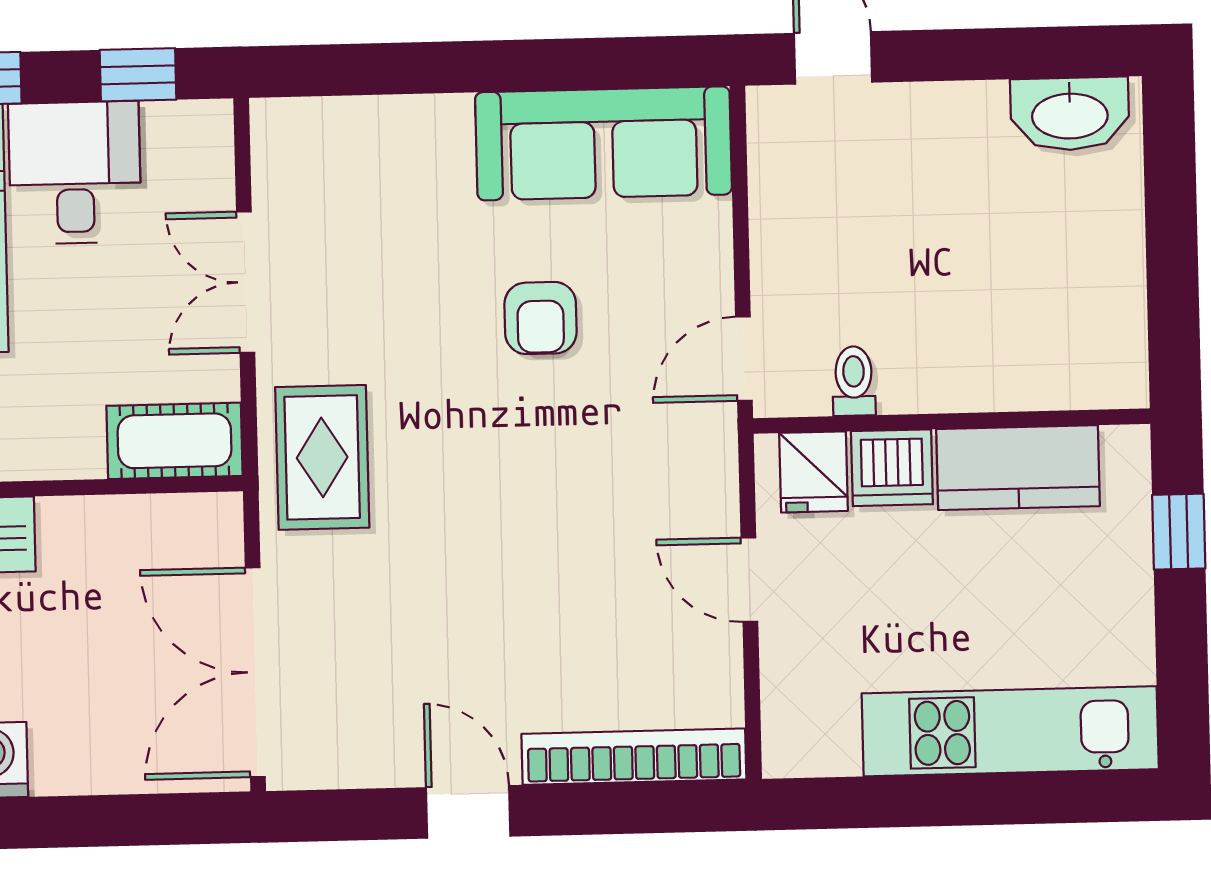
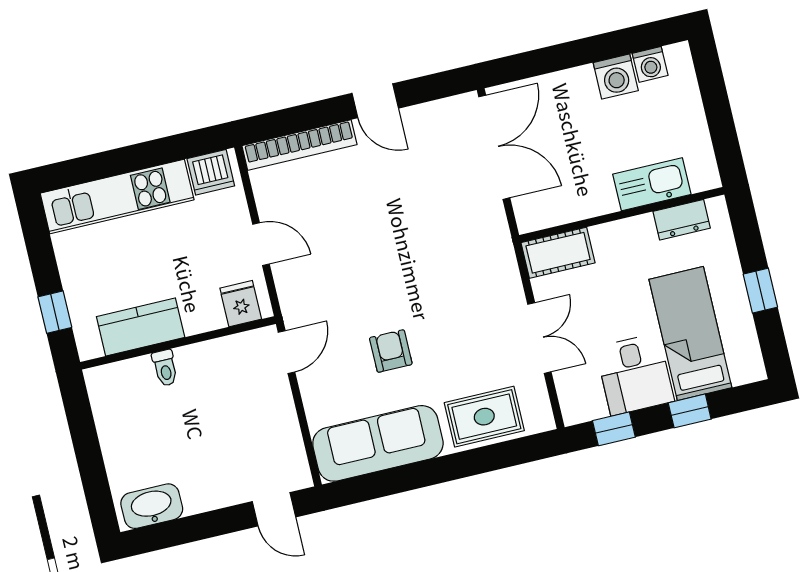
toilet: (854, 381) -> (165, 368), moved
rug: (322, 457) -> (484, 417), moved, turned 90
dishwasher: (892, 468) -> (211, 172), moved, turned 180

